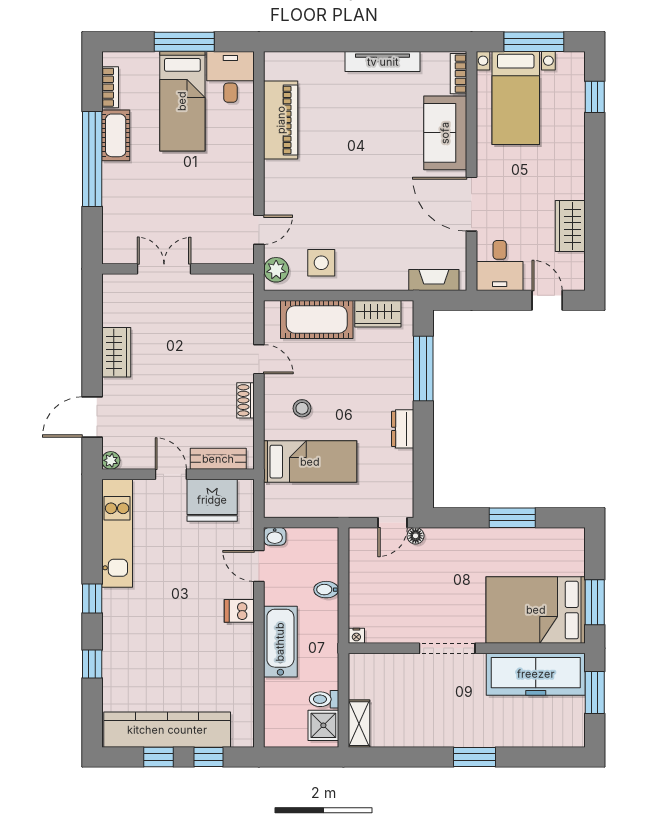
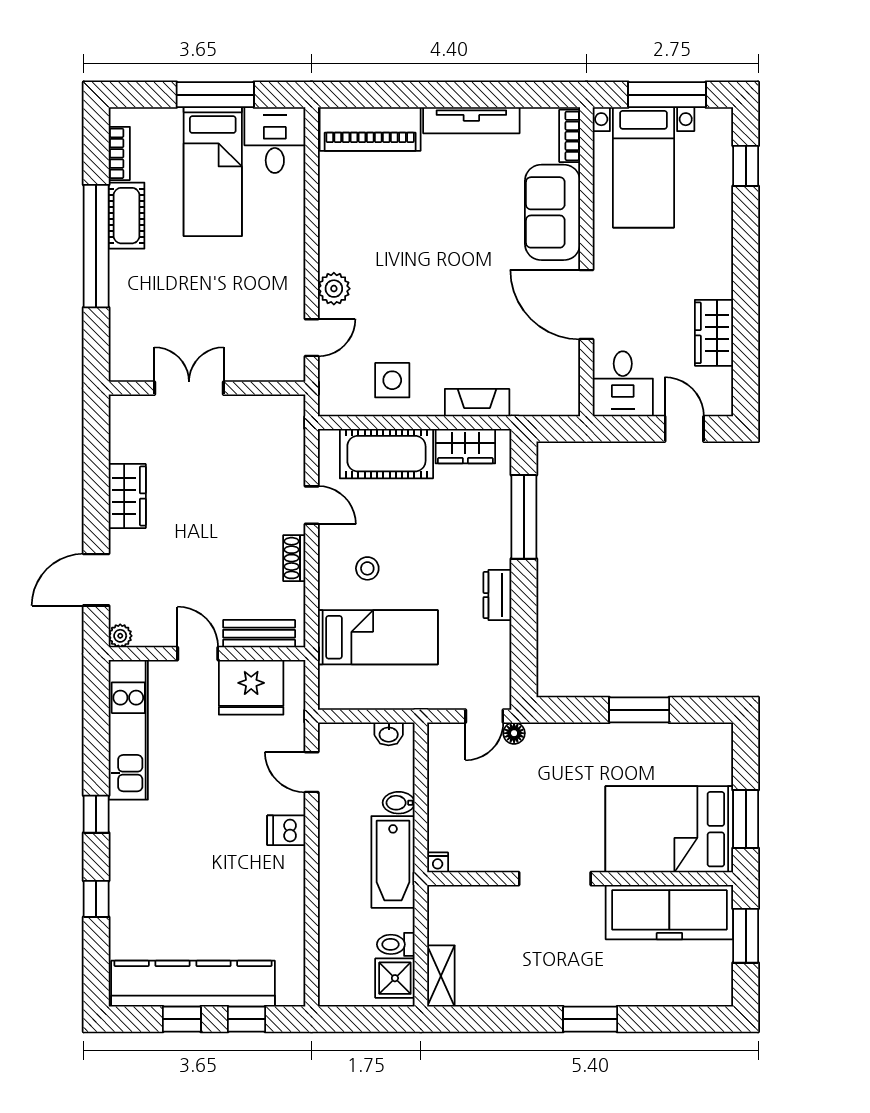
piano: (281, 120) -> (370, 129), moved, turned 90
plant: (276, 270) -> (334, 289), moved
fireplace: (434, 280) -> (477, 403), moved
washbasin: (275, 536) -> (389, 734), moved
bathtub: (280, 642) -> (393, 862), moved, turned 180

